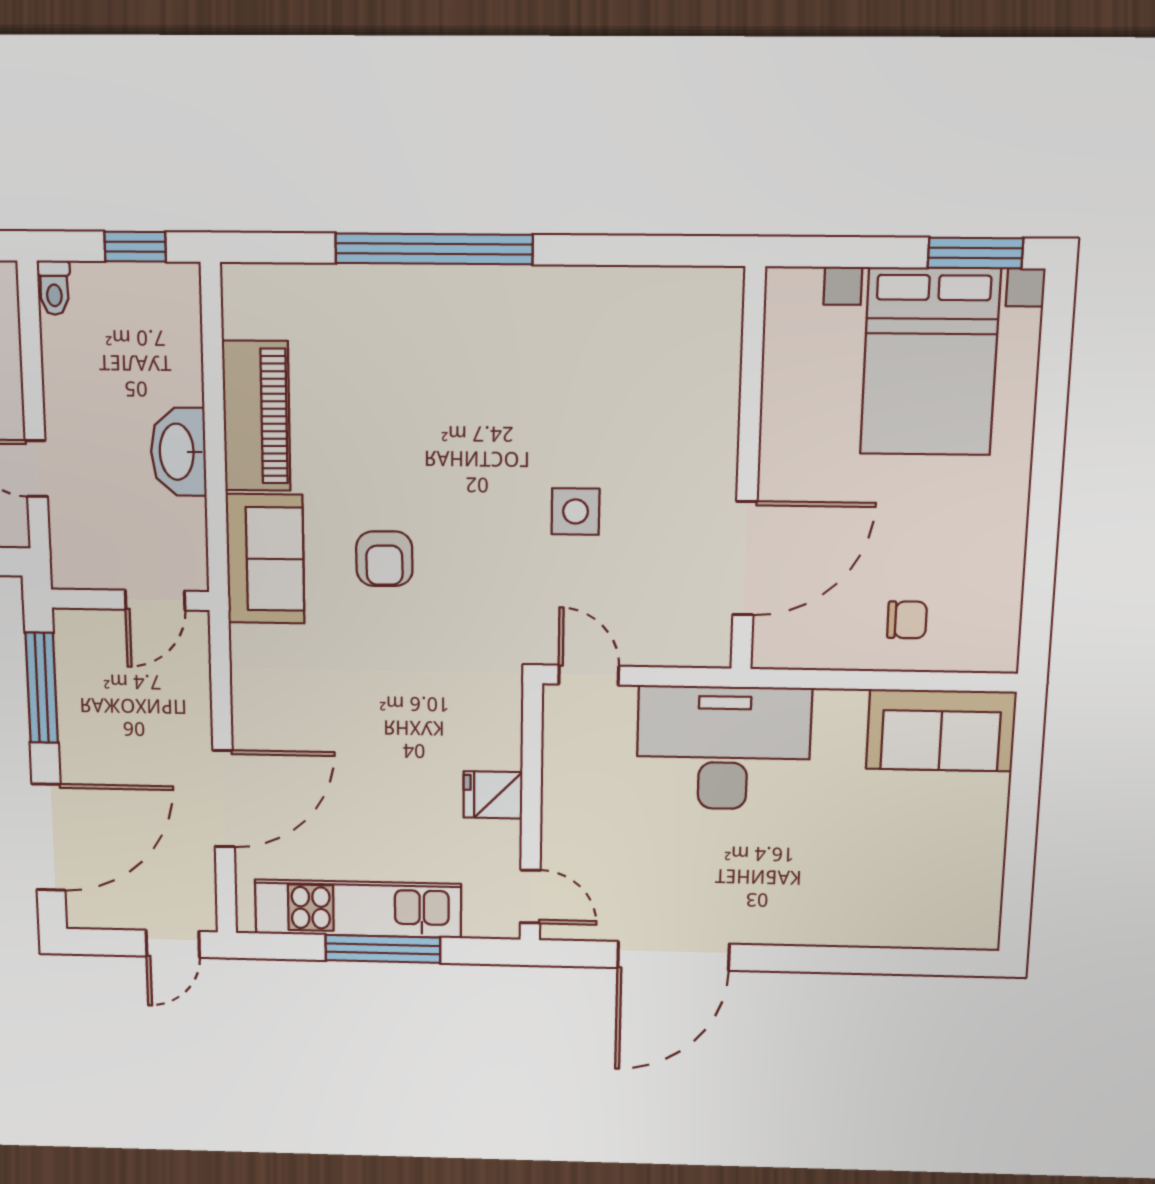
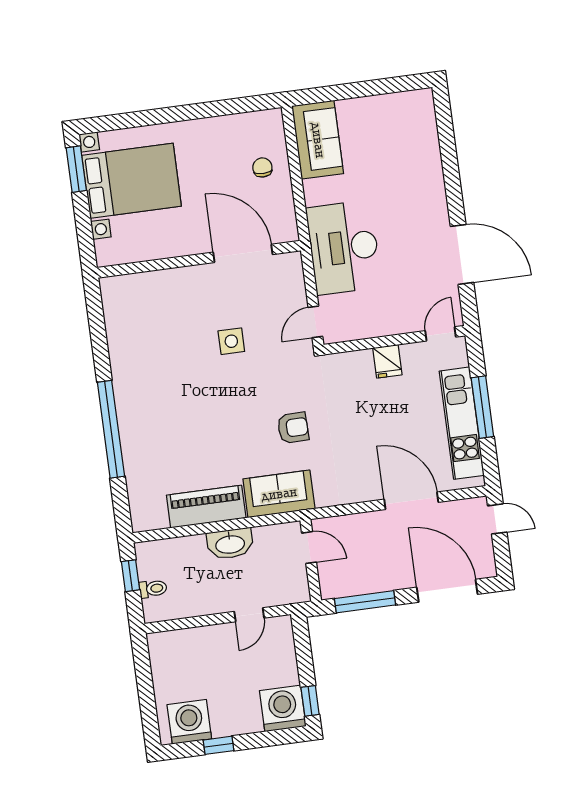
toilet: (54, 288) -> (153, 589), moved
armchair: (384, 559) -> (293, 428), moved

